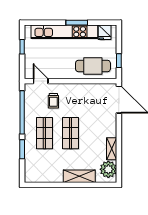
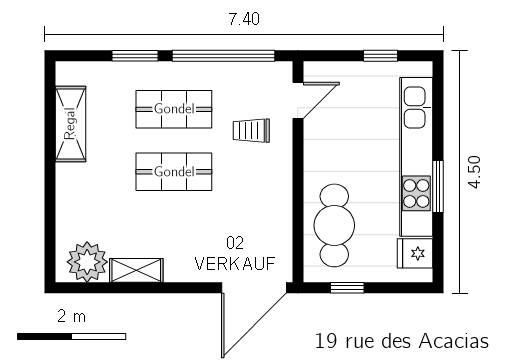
shelving: (79, 176) -> (70, 124), moved

